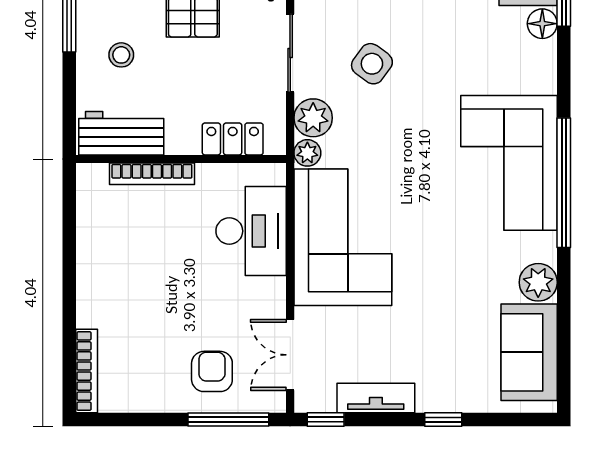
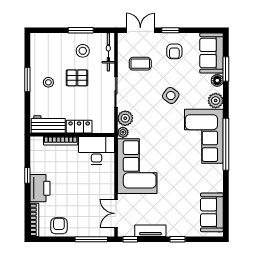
stool: (121, 55) -> (48, 82), moved
side table: (372, 64) -> (171, 96), moved
locker: (233, 139) -> (79, 127), moved
desk: (251, 231) -> (96, 150), moved, turned -90
window: (69, 260) -> (27, 175), added
plant: (538, 282) -> (216, 101), moved
printer: (100, 292) -> (40, 188), added
armchair: (212, 371) -> (59, 226), moved

